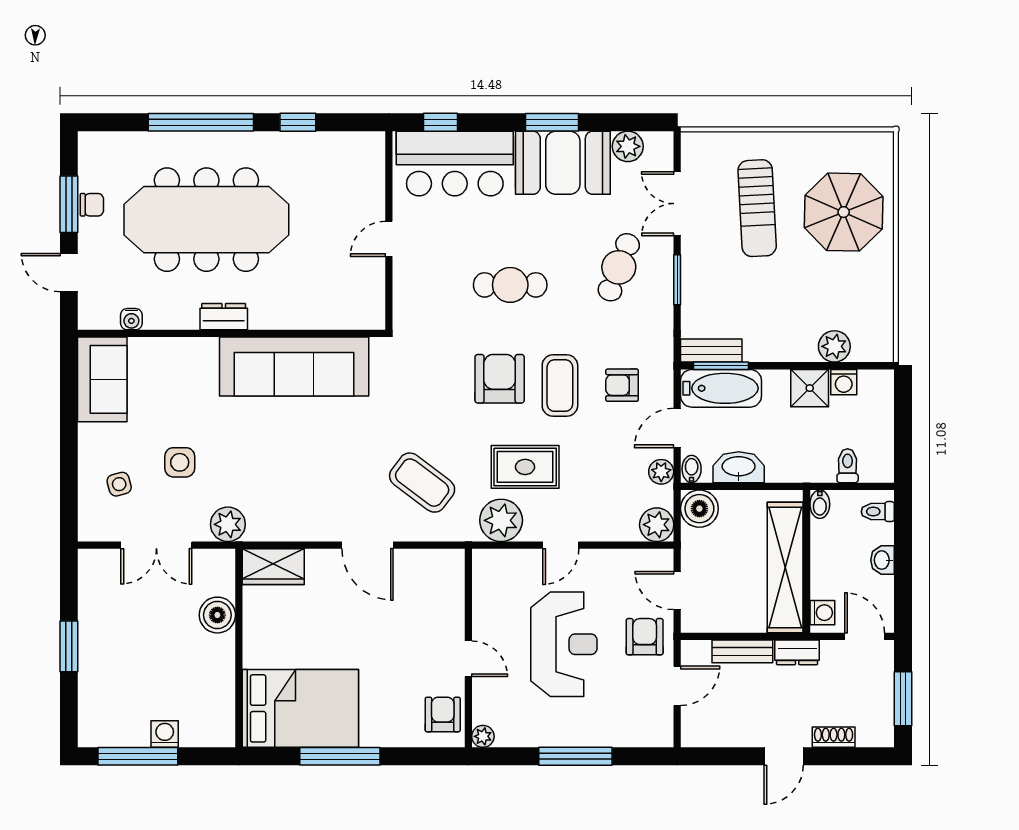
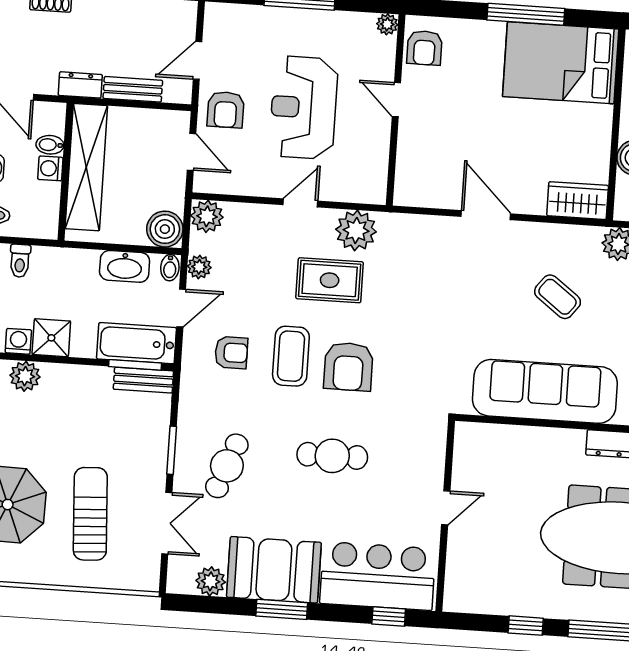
coffee table: (422, 483) -> (558, 297), moved, width x0.73, depth x0.77
bidet: (820, 504) -> (50, 145), moved, turned -90
washing machine: (822, 613) -> (50, 168), moved

